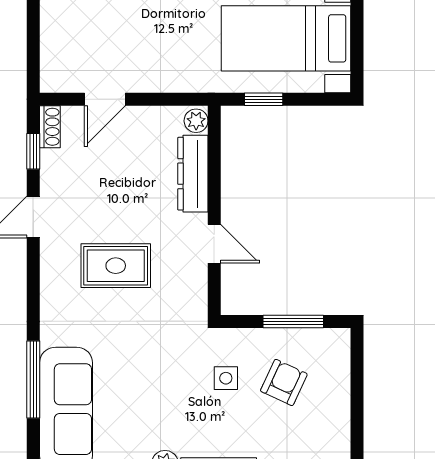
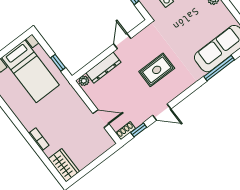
rug: (116, 266) -> (157, 70), turned 90

